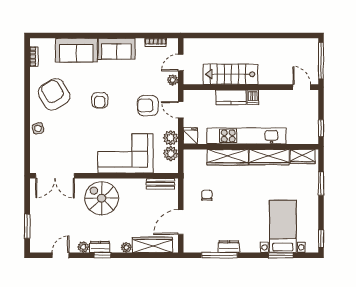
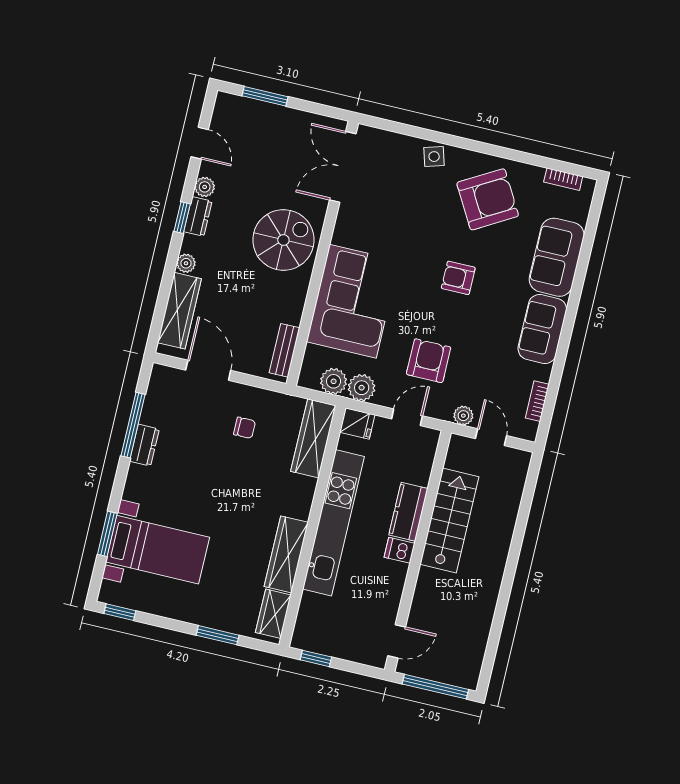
wardrobe: (228, 157) -> (313, 438), moved

